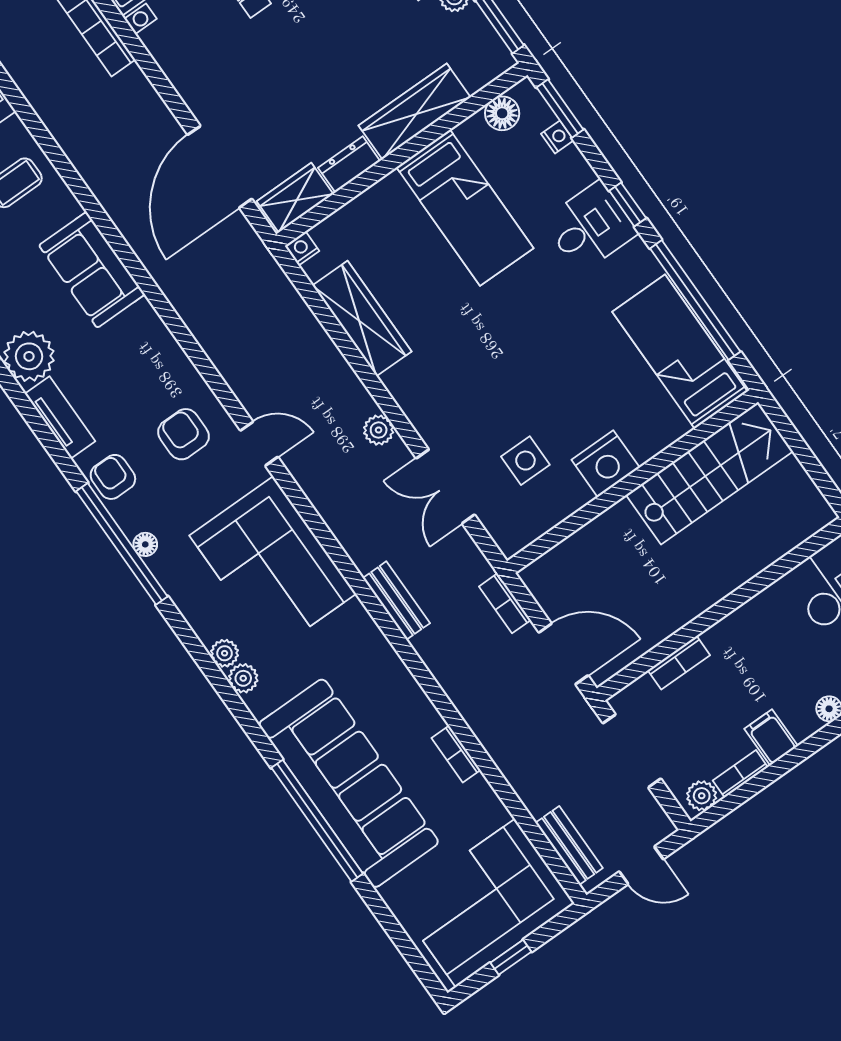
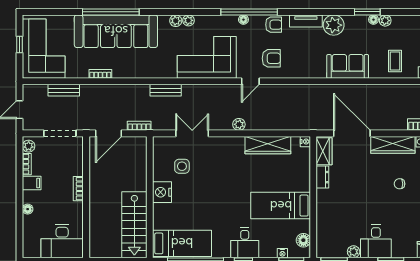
wardrobe: (415, 111) -> (393, 145), moved, turned 90
plant: (379, 430) -> (239, 124), moved
bookcase: (679, 663) -> (78, 189), moved
bench: (569, 845) -> (64, 90), moved

